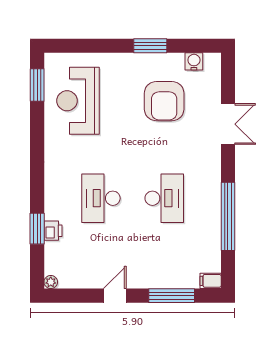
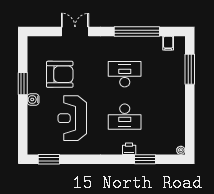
water cooler: (194, 61) -> (33, 99), moved
reception desk: (78, 101) -> (72, 118), moved, turned 90
printer: (53, 231) -> (129, 149), moved
filing cabinet: (211, 281) -> (168, 43), moved
door: (115, 296) -> (190, 107), removed

